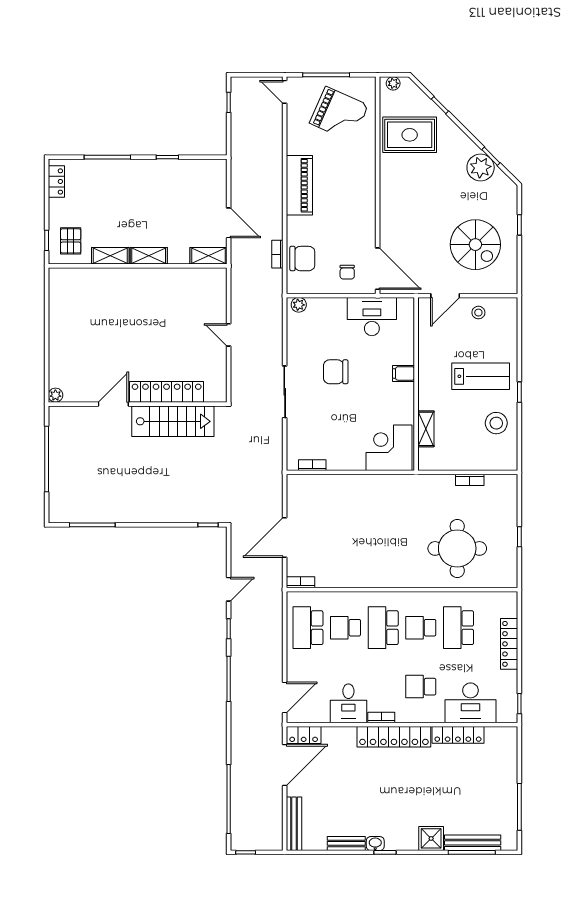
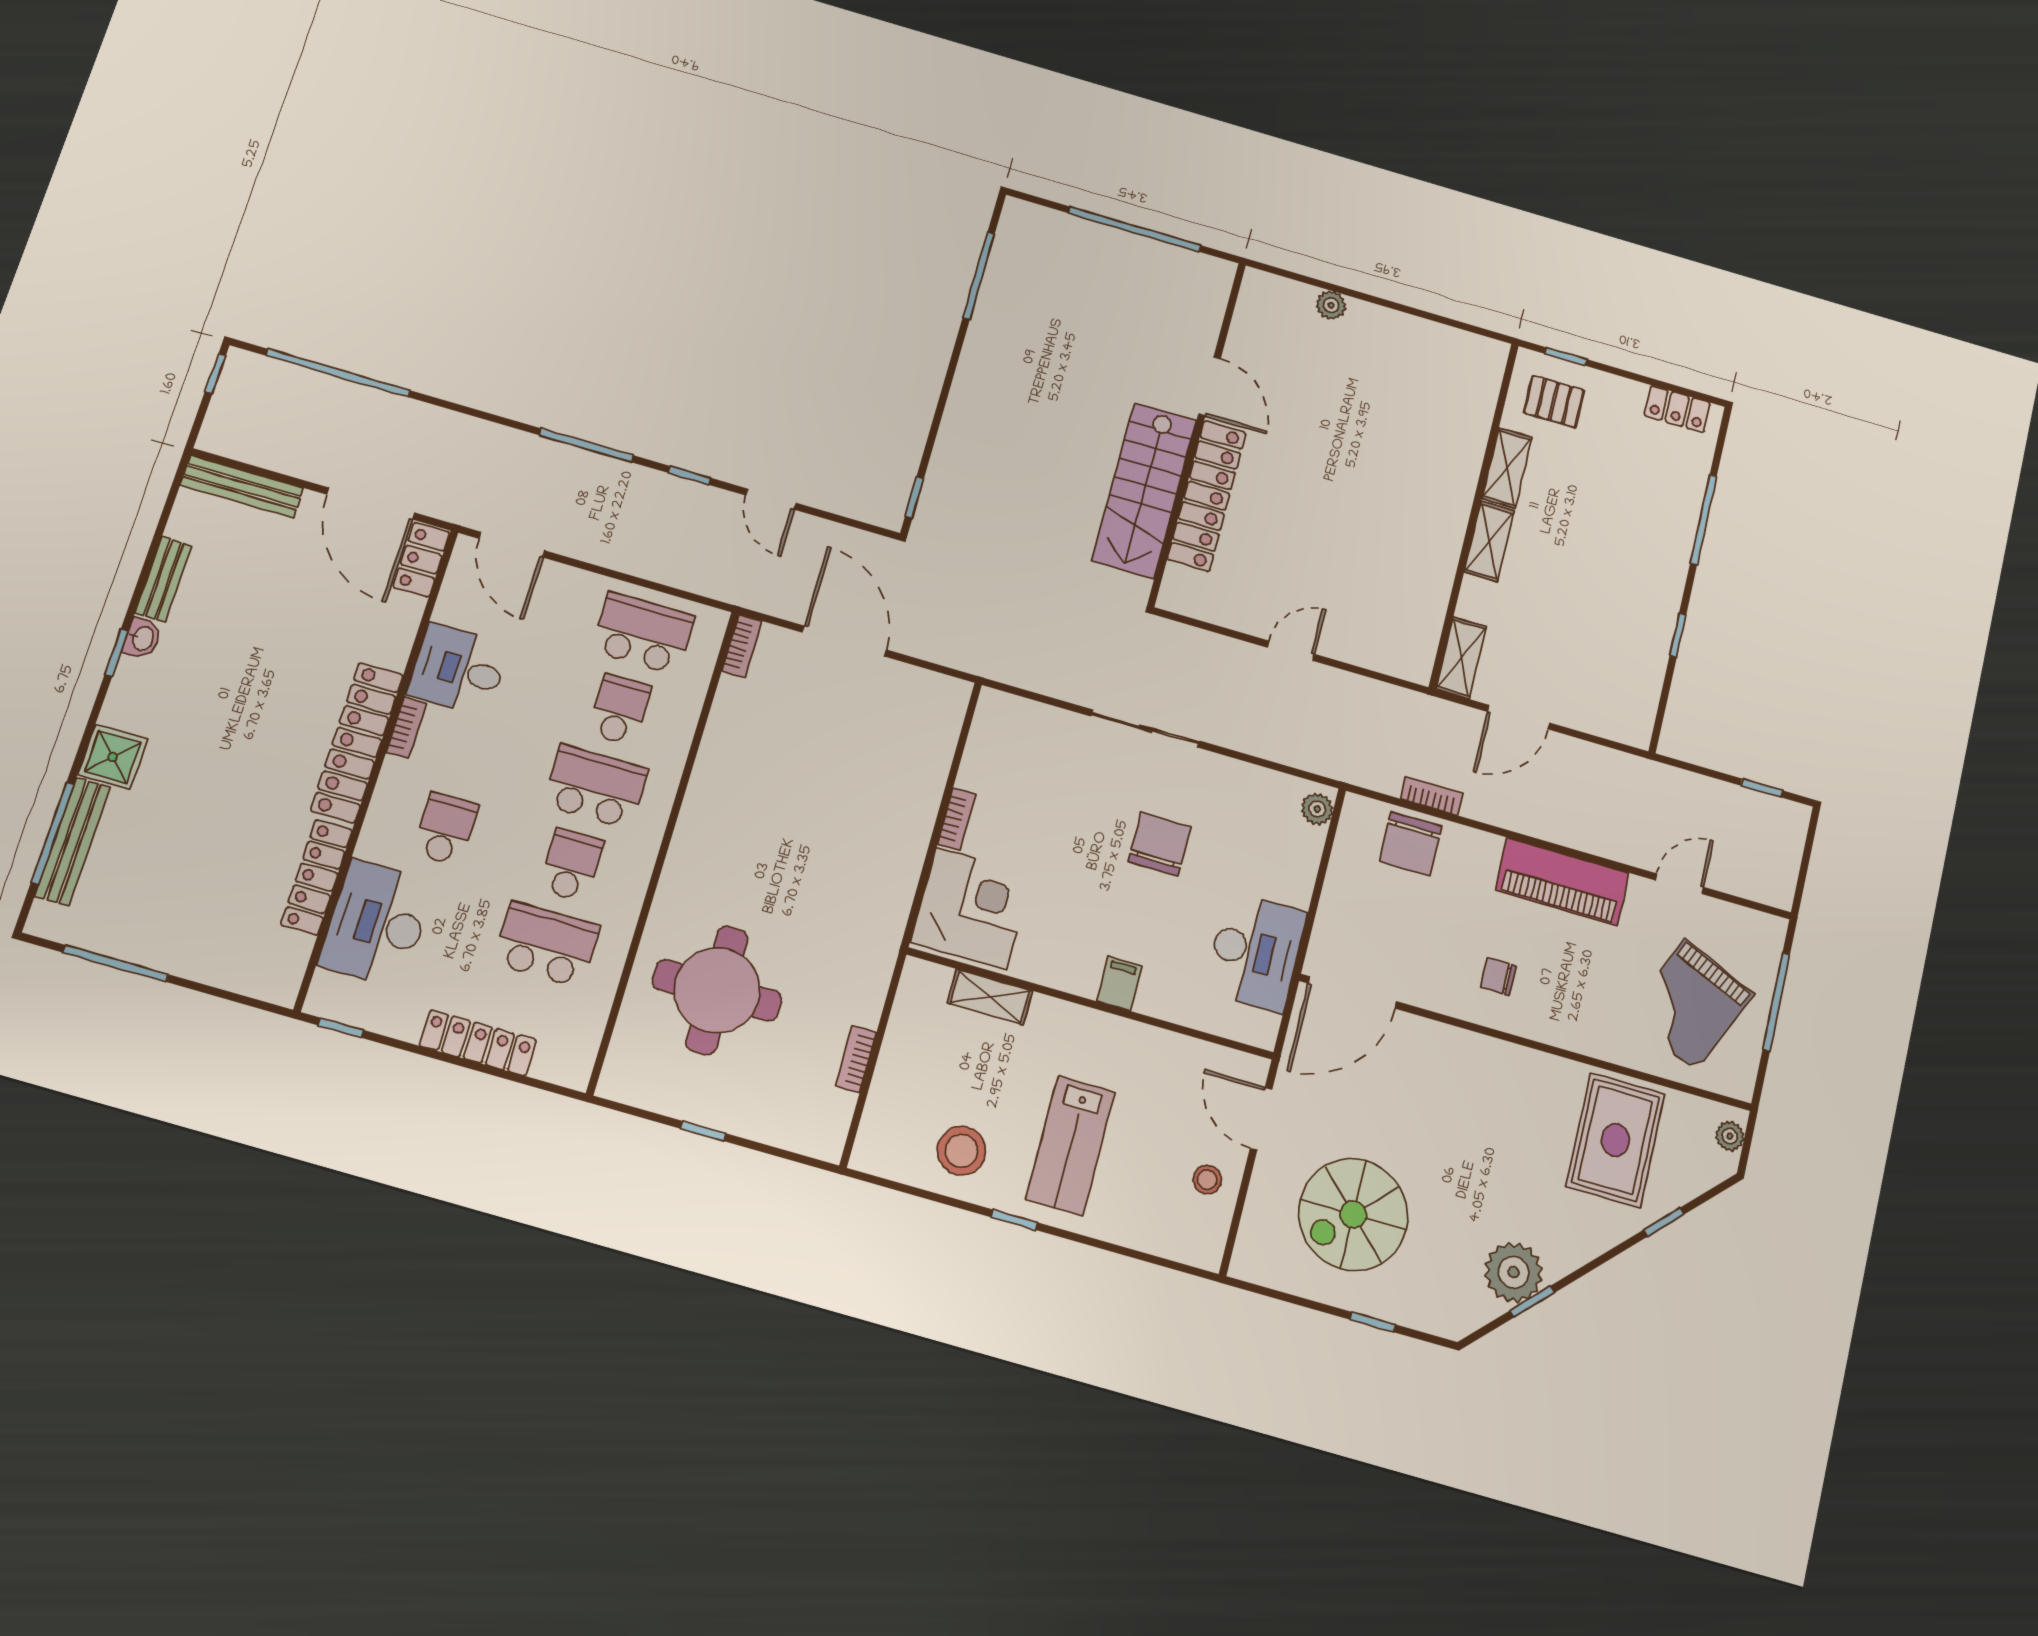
door: (285, 92) -> (1679, 884), moved
chair: (347, 272) -> (1498, 976), moved
plant: (55, 395) -> (1331, 305), moved
bookcase: (312, 465) -> (957, 819), moved

